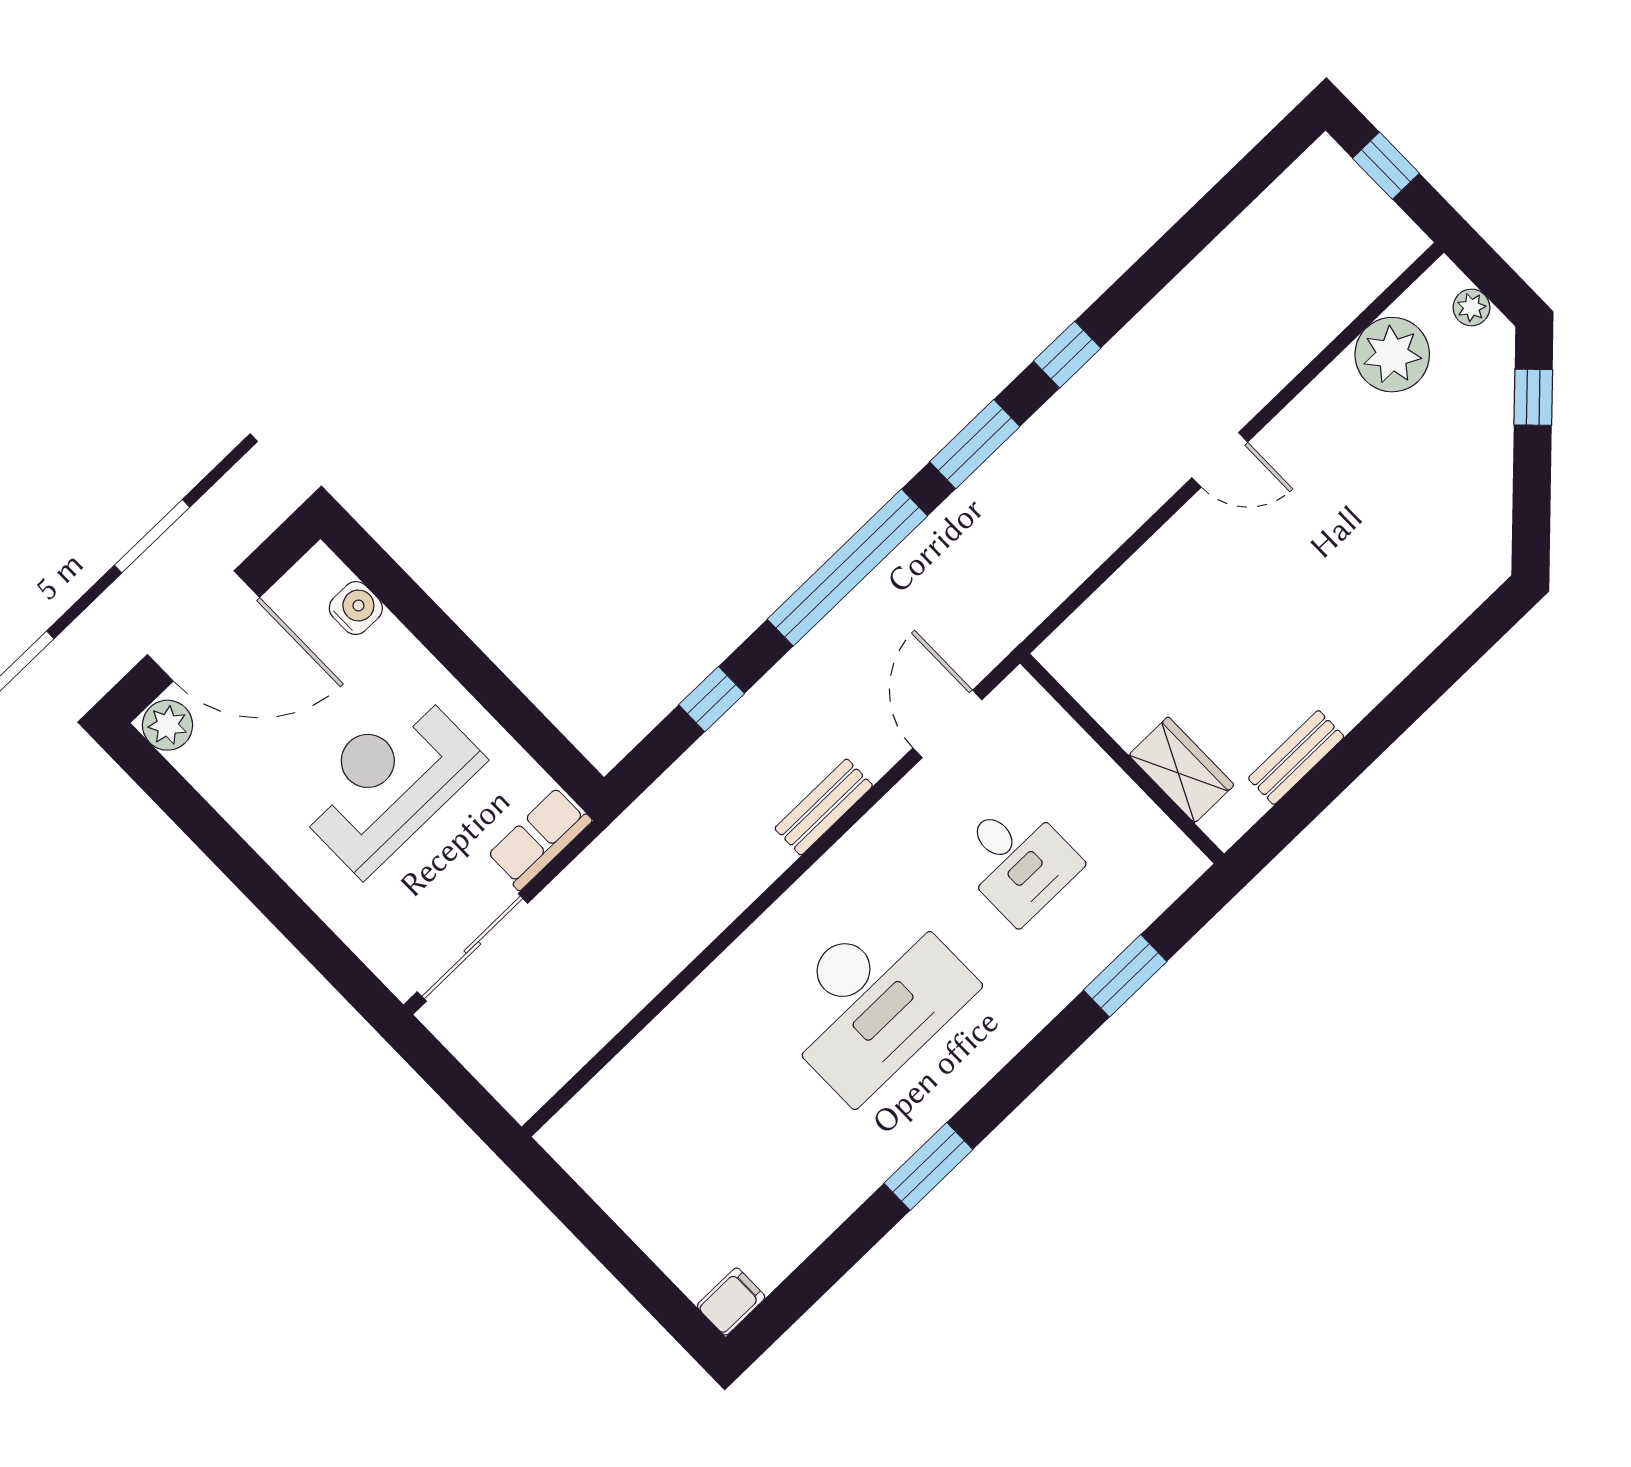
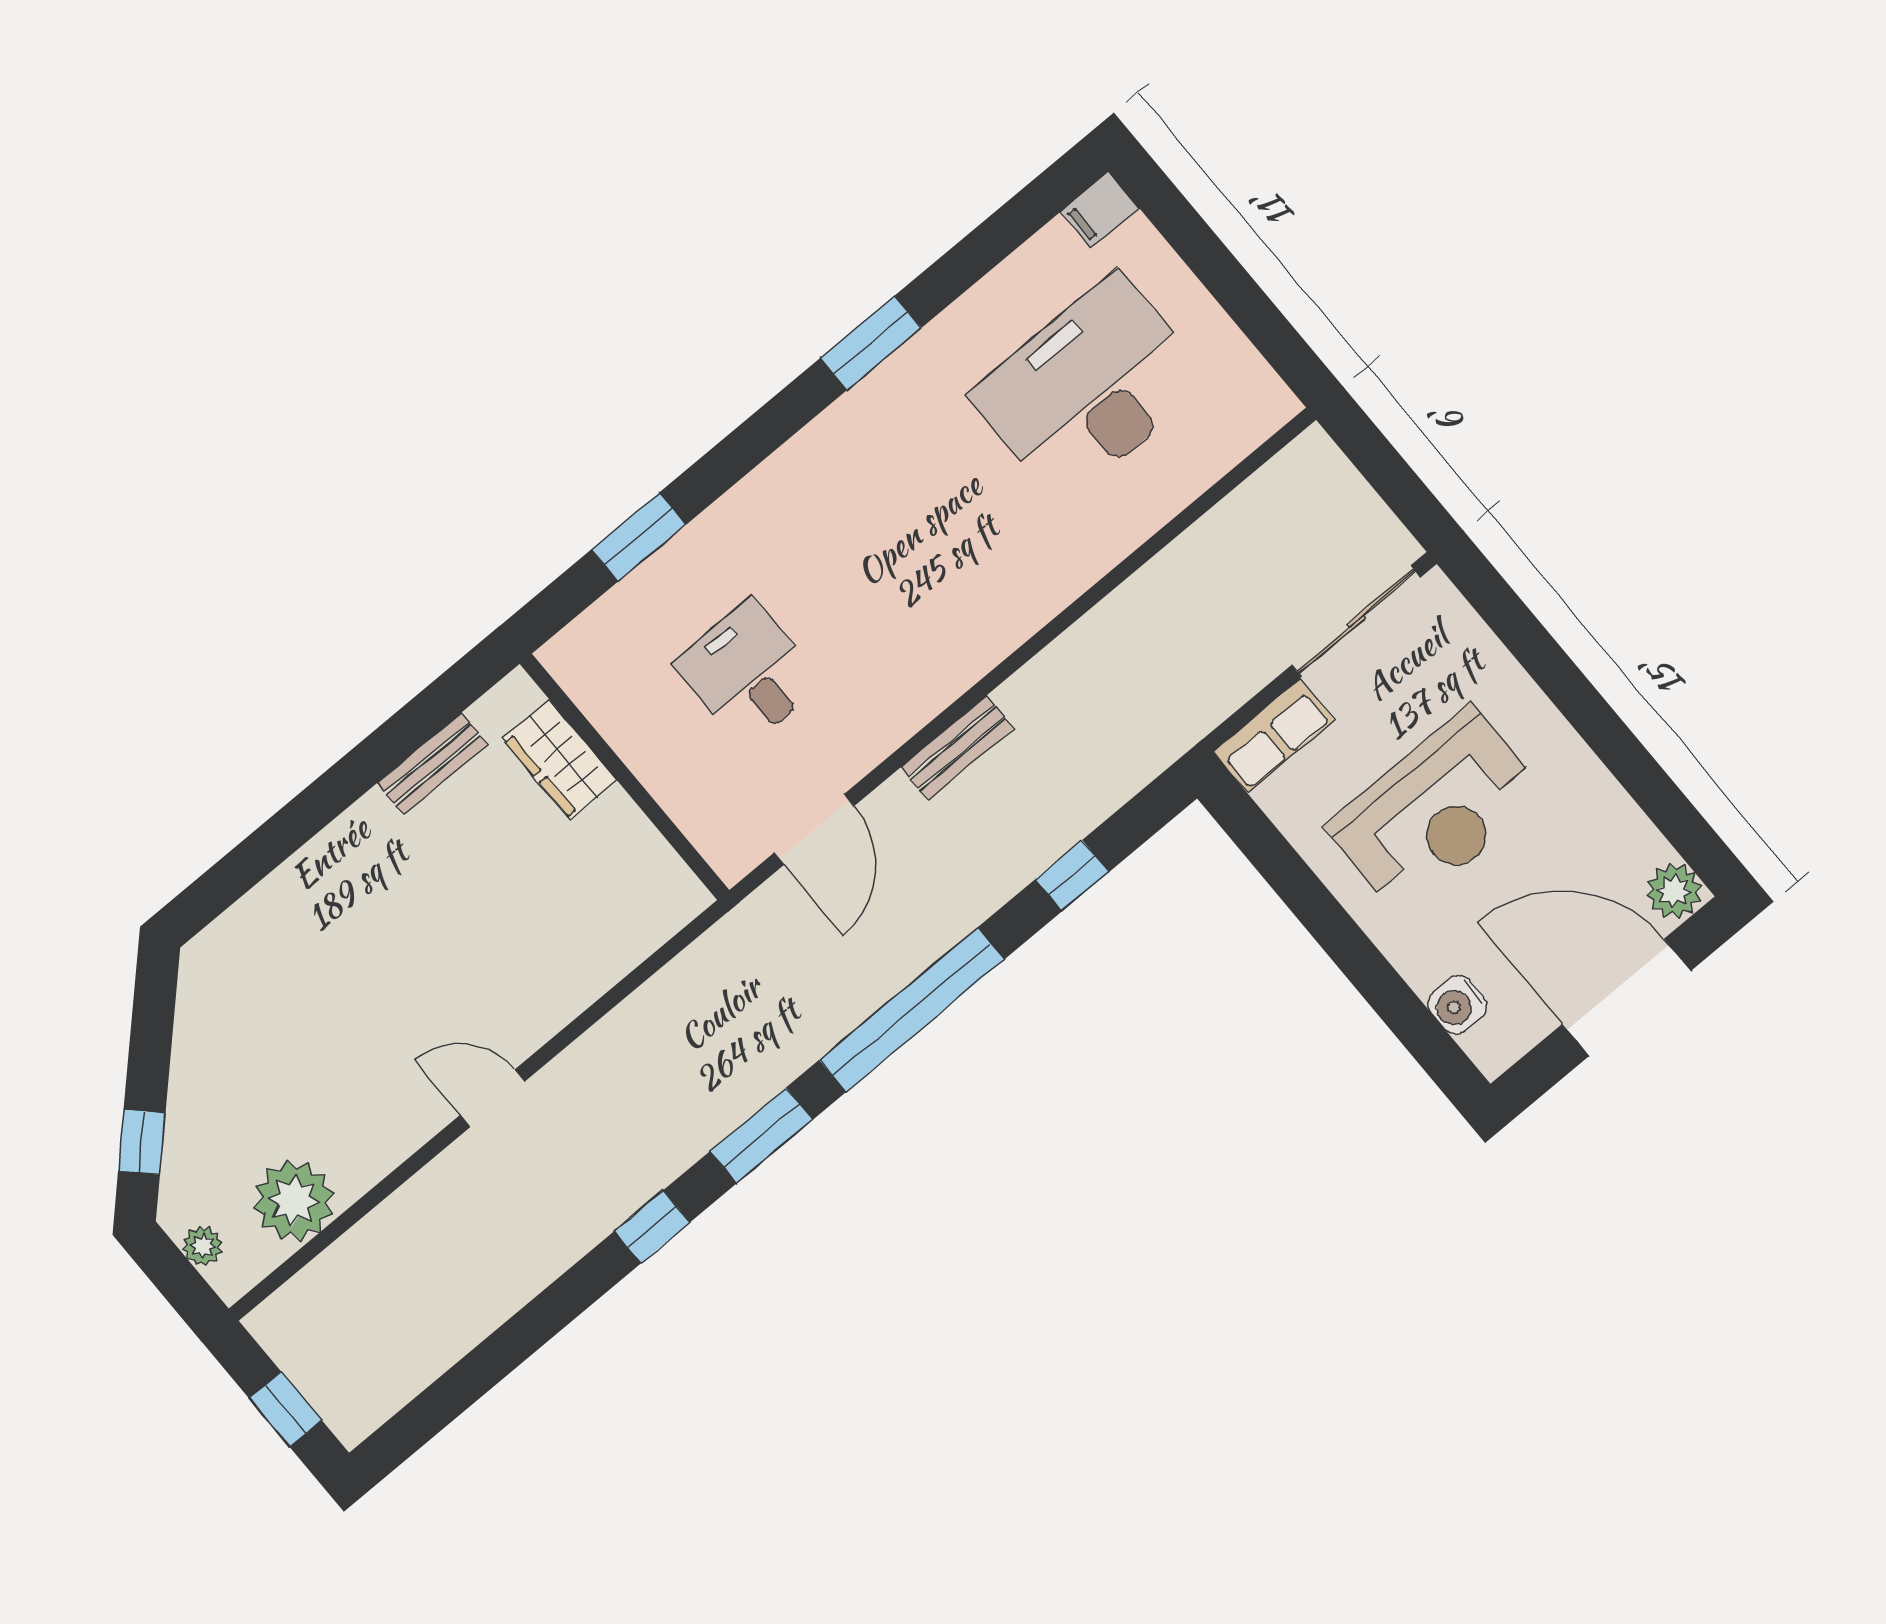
desk: (873, 1000) -> (1090, 388), moved

